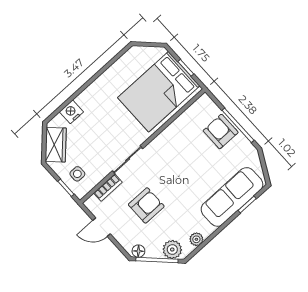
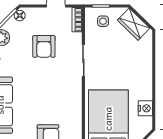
nightstand: (71, 112) -> (145, 108), moved
bookcase: (108, 188) -> (77, 20), moved

